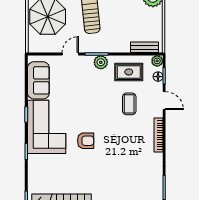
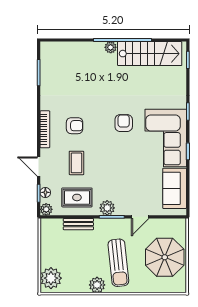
bench: (145, 47) -> (78, 224), moved
armchair: (131, 138) -> (75, 126), added
armchair: (86, 141) -> (124, 123), turned 90

